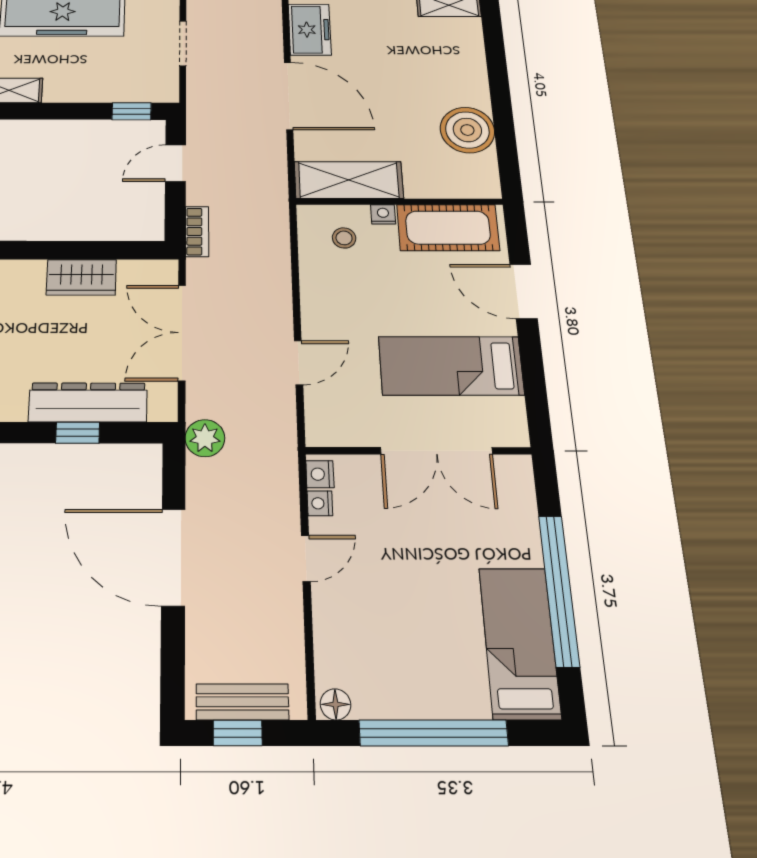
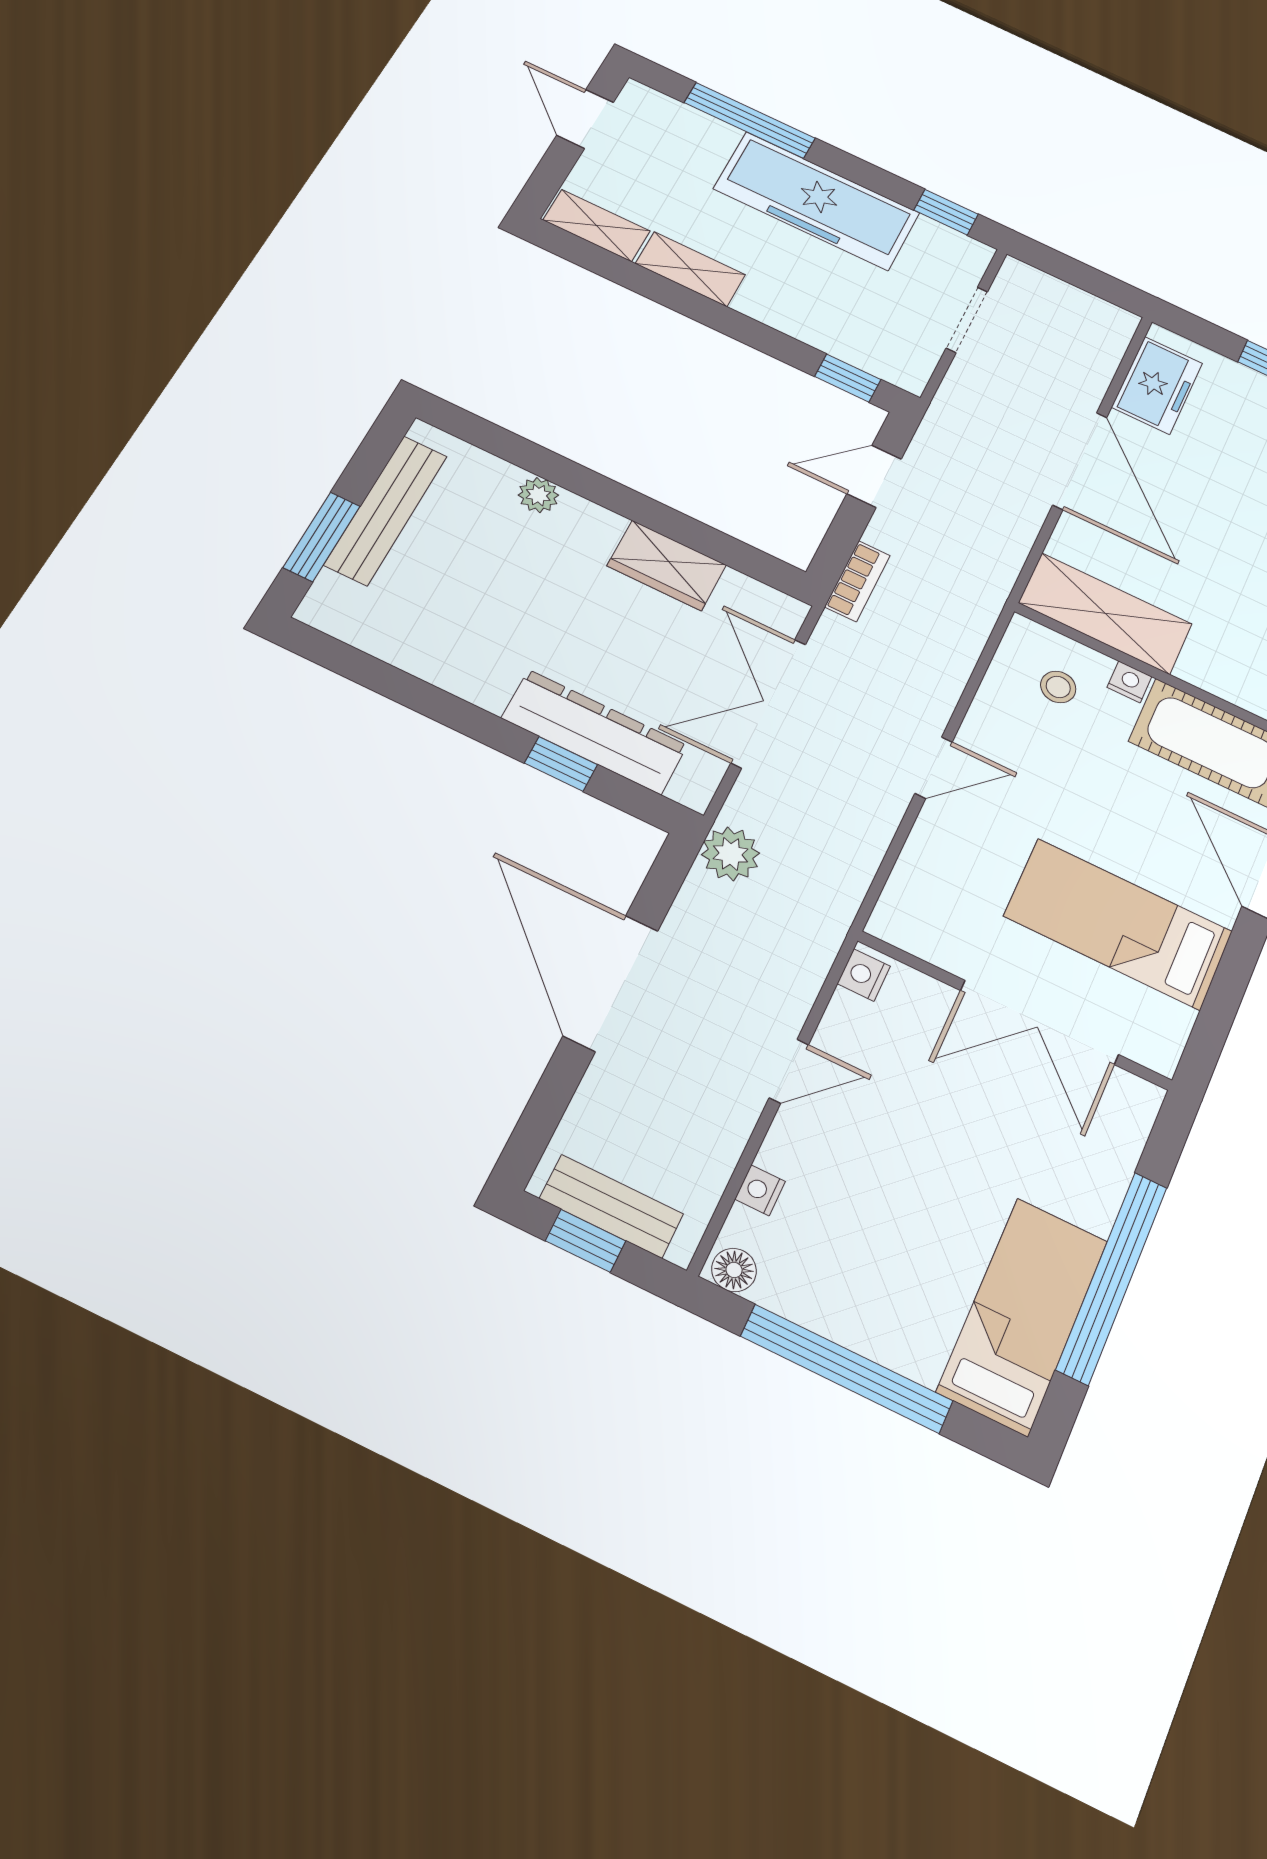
door: (299, 363) -> (934, 768), moved
nightstand: (320, 503) -> (760, 1190), moved

